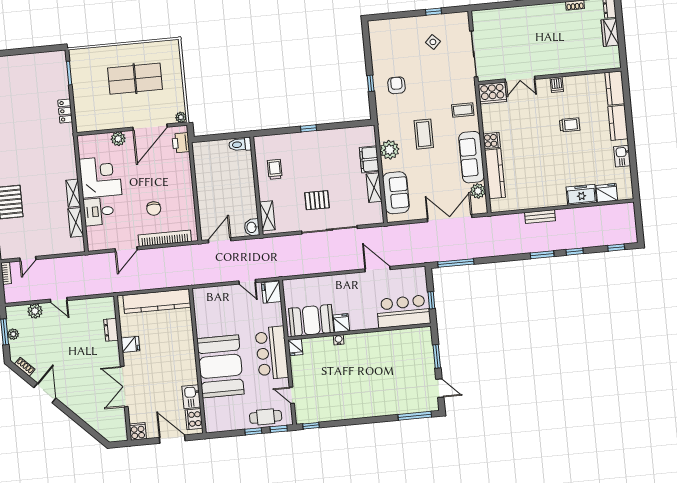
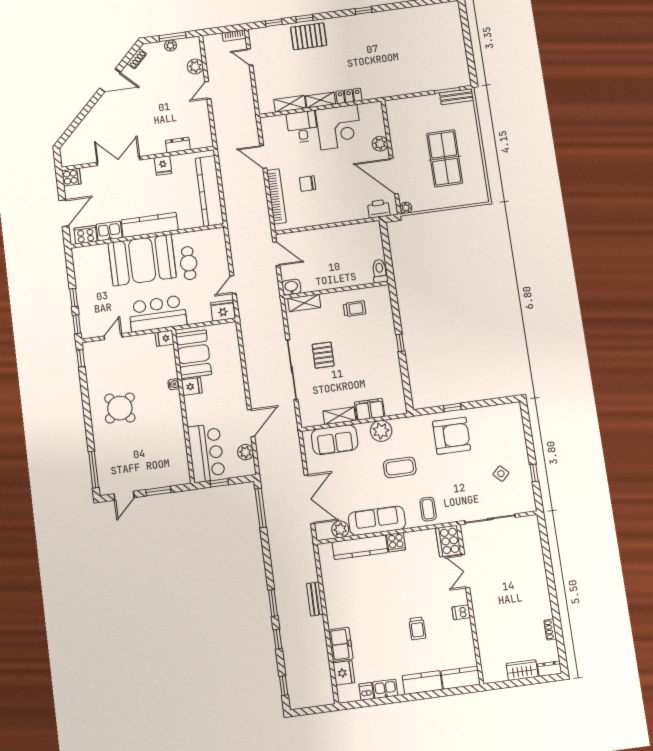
bench: (76, 64) -> (457, 97), added
armchair: (396, 85) -> (452, 436), width x1.88, depth x1.88
locker: (65, 111) -> (349, 96), moved
dishwasher: (624, 173) -> (366, 691), added
plant: (404, 275) -> (245, 452), added
kitchen counter: (187, 358) -> (150, 225), added
round table: (359, 390) -> (120, 408), added
cafe table: (266, 417) -> (189, 263), moved

